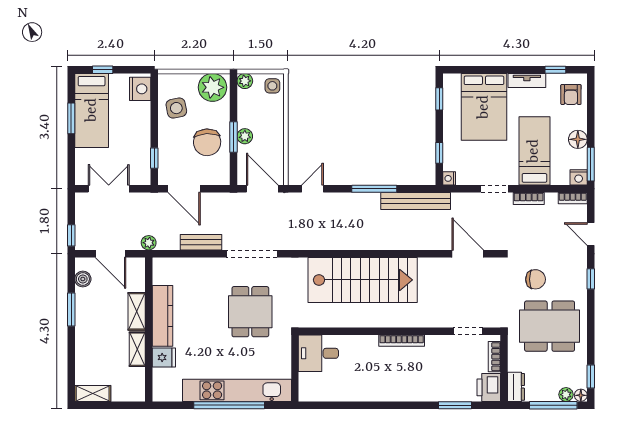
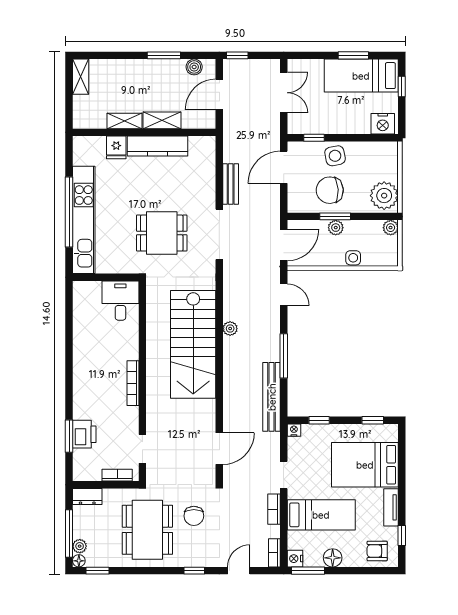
side table: (272, 86) -> (353, 258), moved
side table: (176, 108) -> (335, 156), moved
plant: (149, 243) -> (230, 329), moved
printer: (489, 387) -> (84, 434), moved, turned 90

